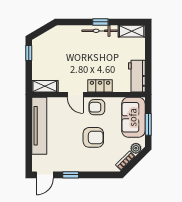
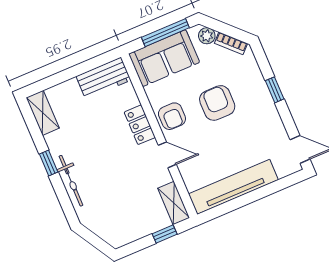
bicycle: (100, 31) -> (71, 181), moved
window: (29, 53) -> (165, 234), moved
door: (75, 95) -> (167, 155), hinge flipped
window: (148, 124) -> (165, 33), width x1.44
window: (71, 175) -> (275, 90), moved

